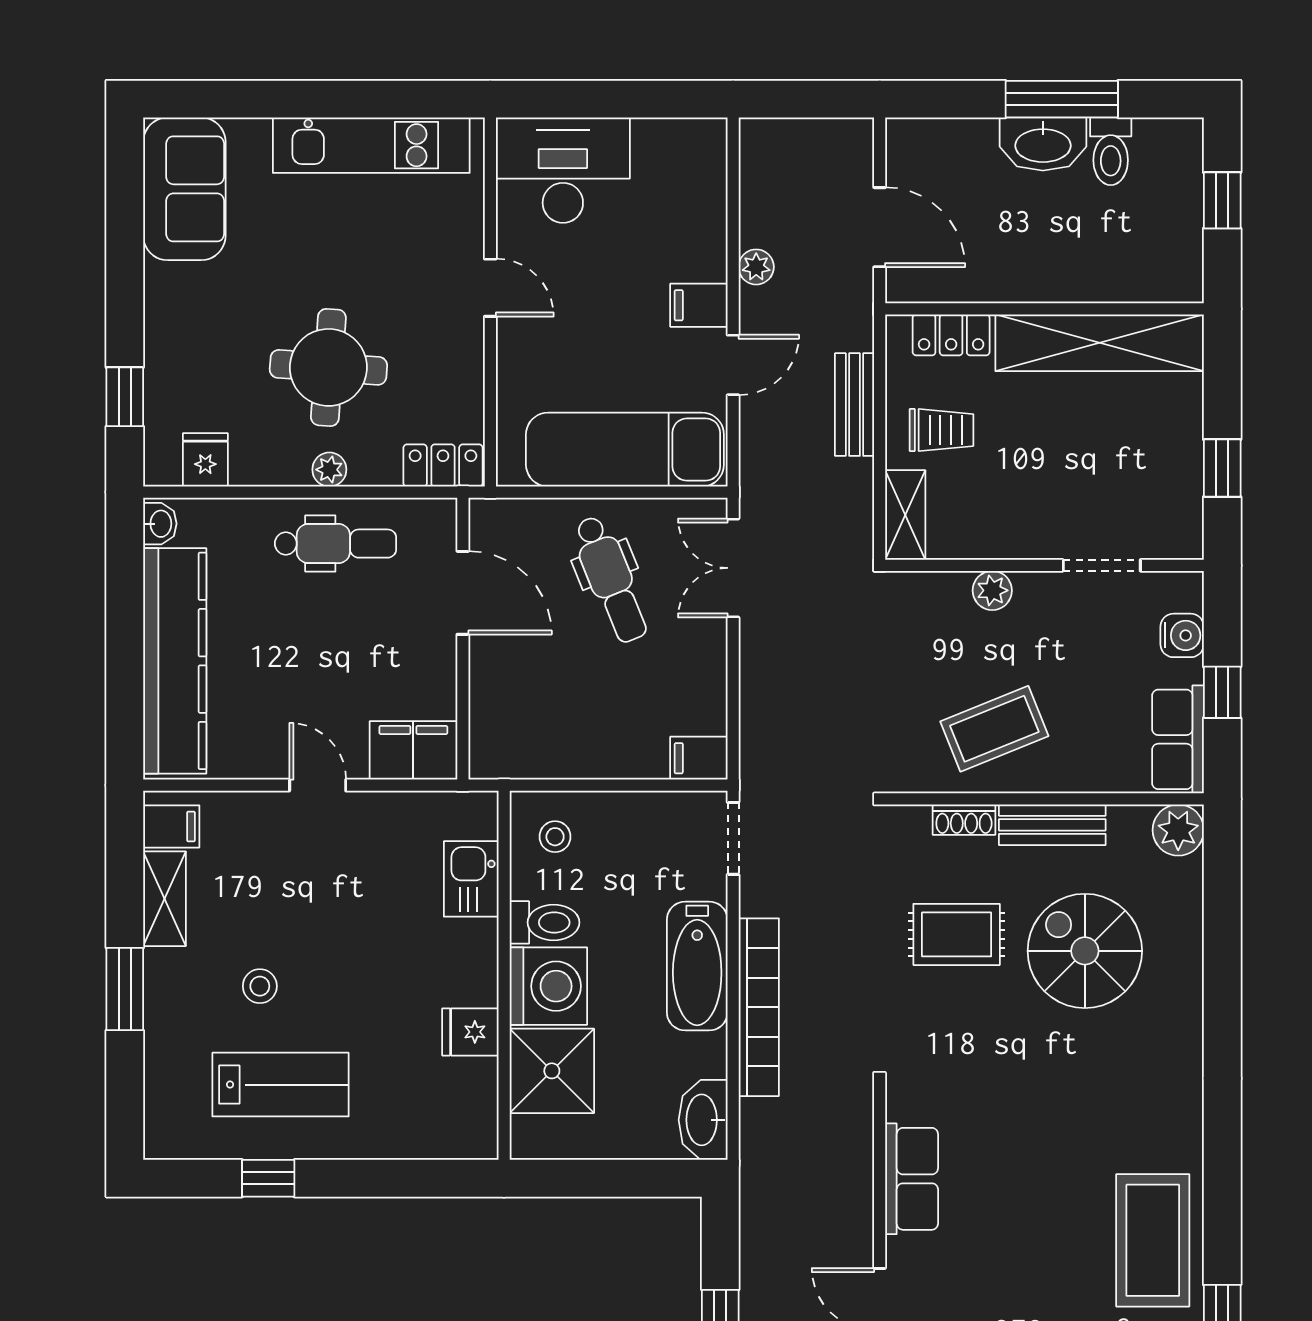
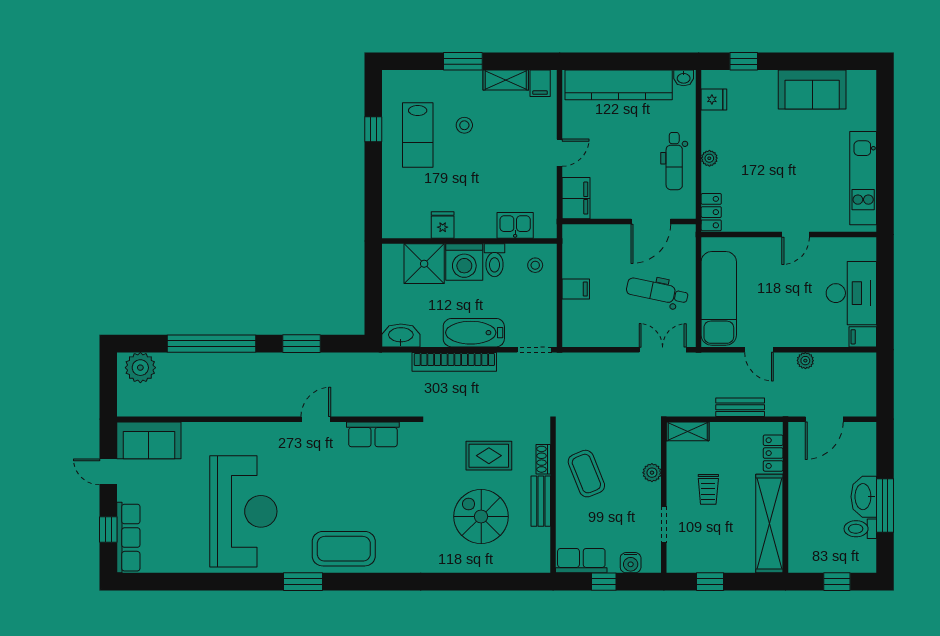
desk: (563, 170) -> (851, 293), moved
sofa: (184, 189) -> (812, 89), moved
filing cabinet: (699, 305) -> (863, 337), moved, turned -90
round table: (328, 367) -> (758, 158), removed
trolley: (942, 430) -> (708, 489), moved
dental chair: (611, 579) -> (657, 292), turned 34
filing cabinet: (699, 758) -> (576, 289), moved, turned 90
plant: (1178, 830) -> (538, 561), removed
rug: (957, 934) -> (489, 456), turned 90
spiral stairs: (1085, 951) -> (481, 517), turned -90

